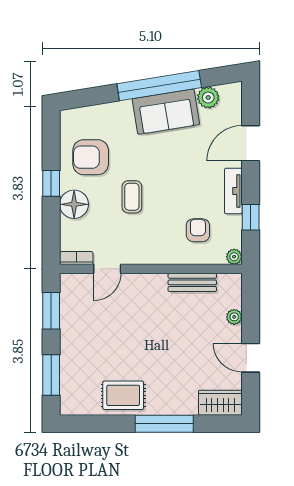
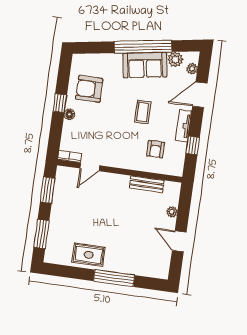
coffee table: (132, 197) -> (143, 112), moved
floor lamp: (74, 204) -> (69, 114), width x0.53, depth x0.53
armchair: (198, 230) -> (156, 149), turned 180
plant: (234, 257) -> (192, 69), moved
wardrobe: (220, 403) -> (154, 269), removed

